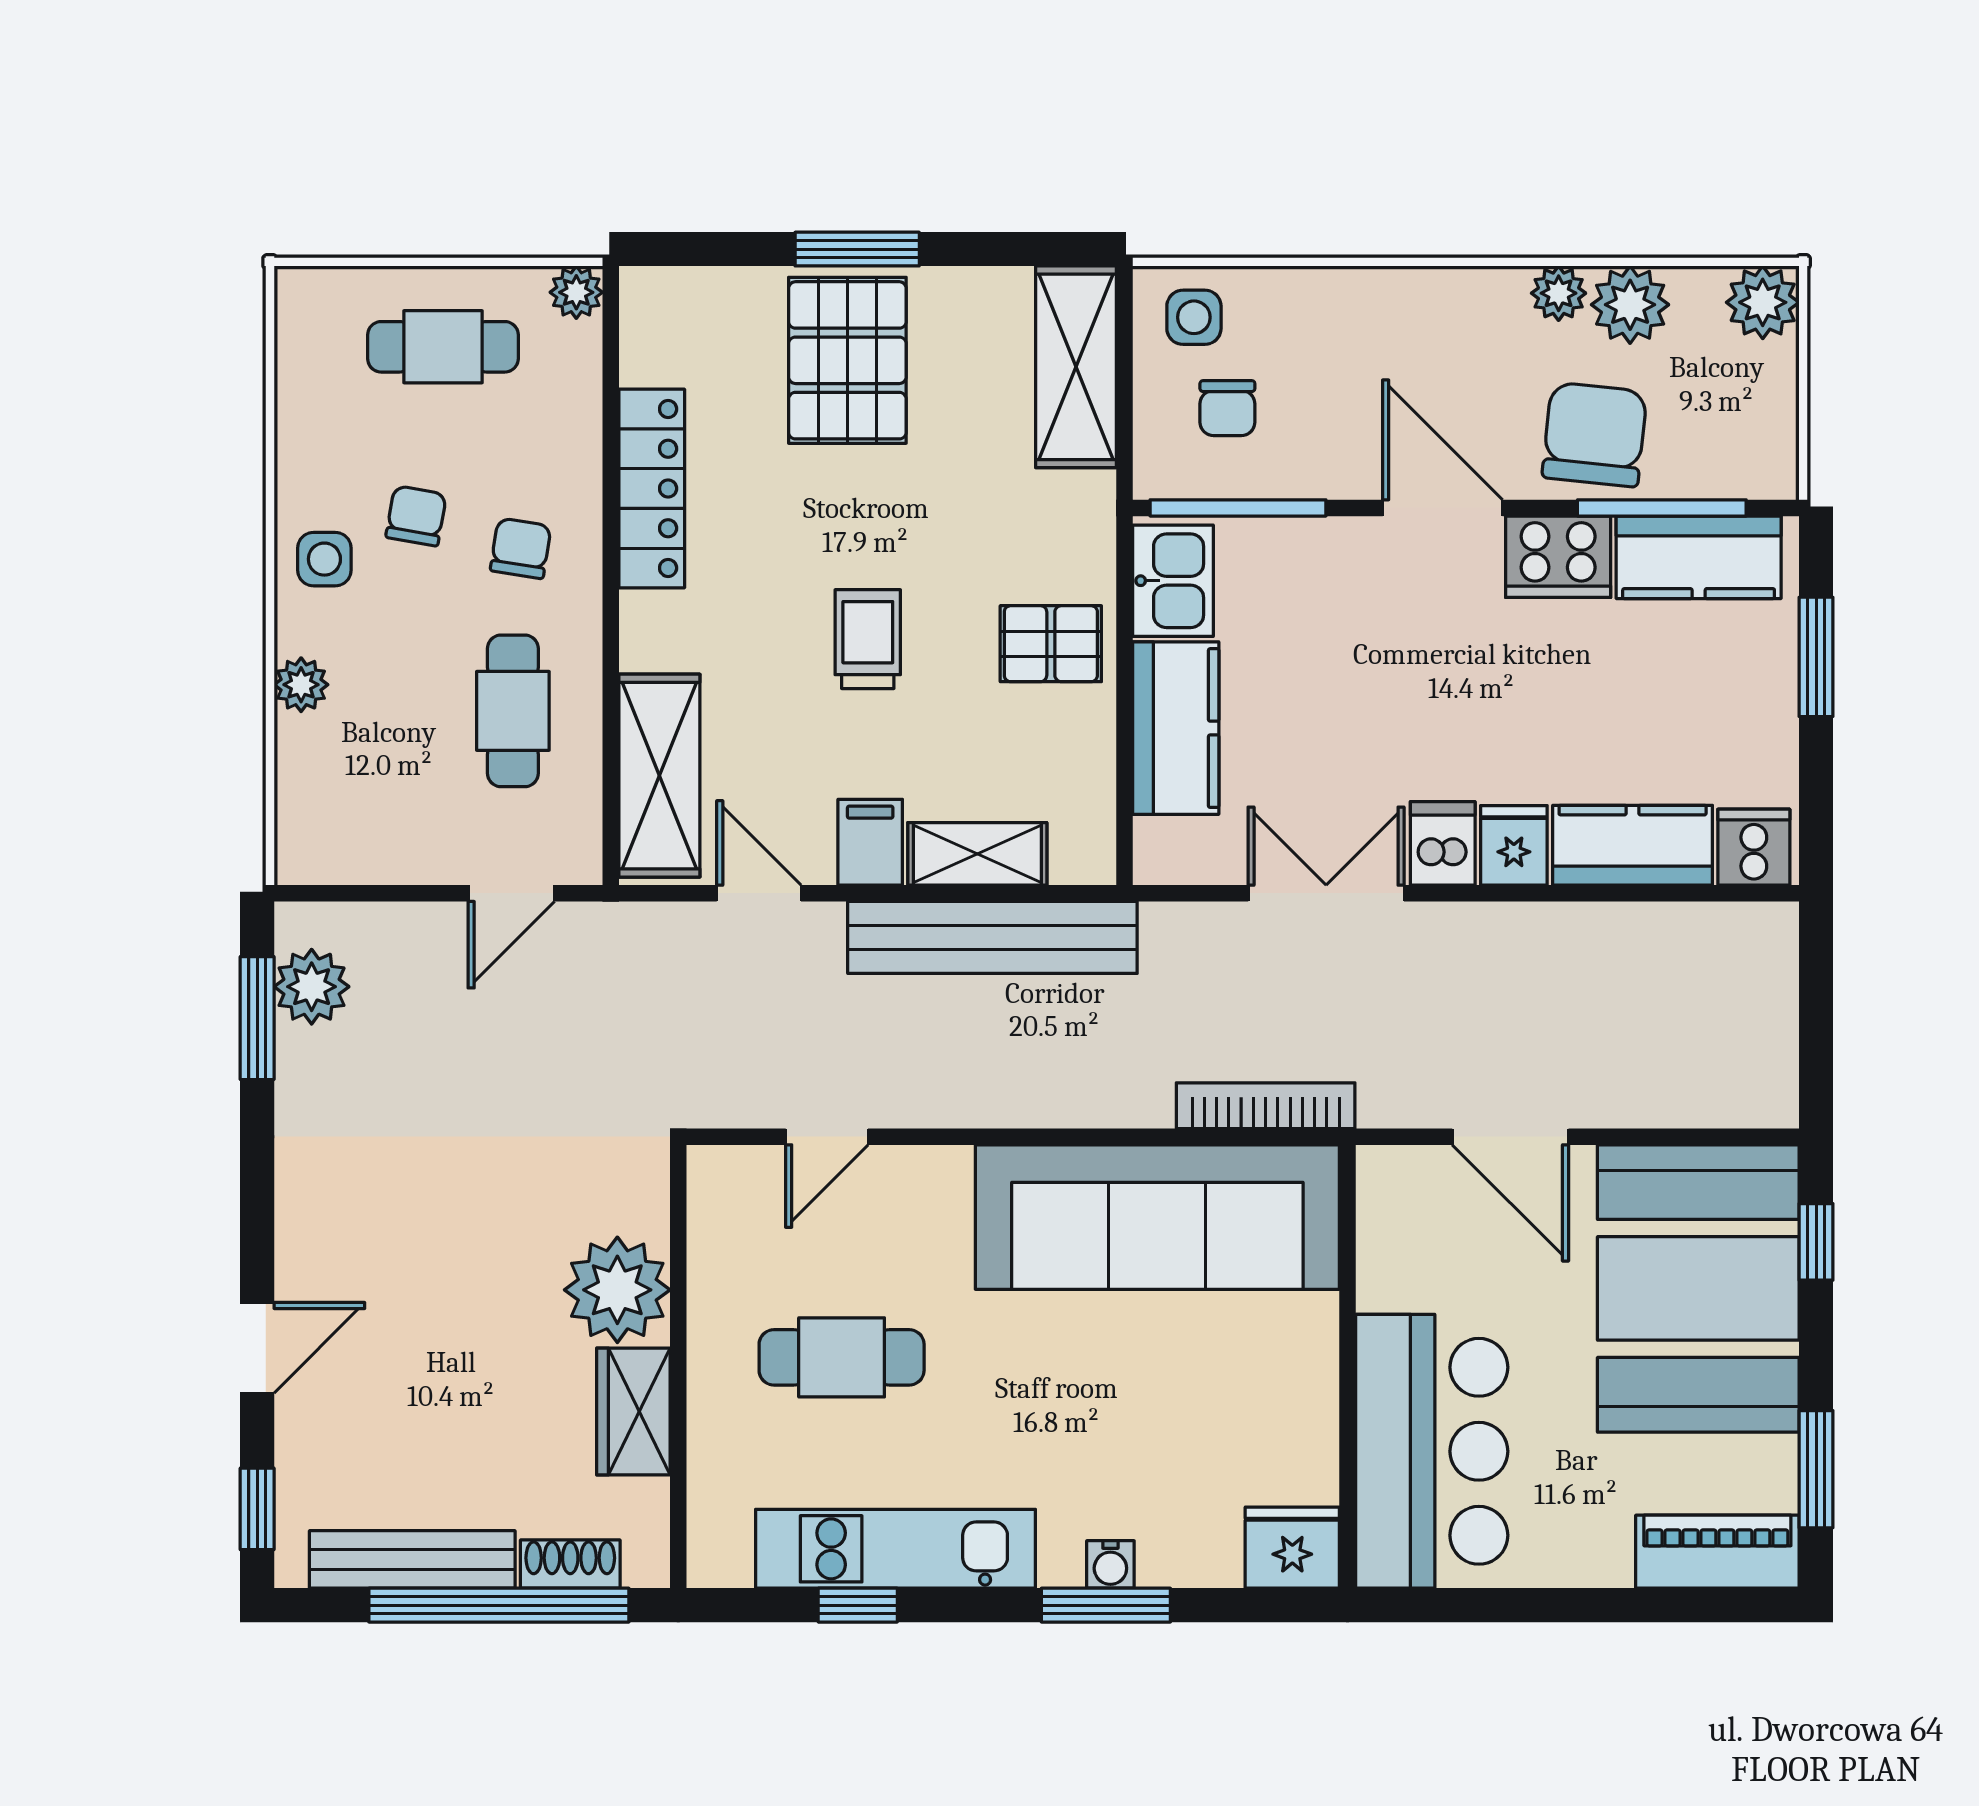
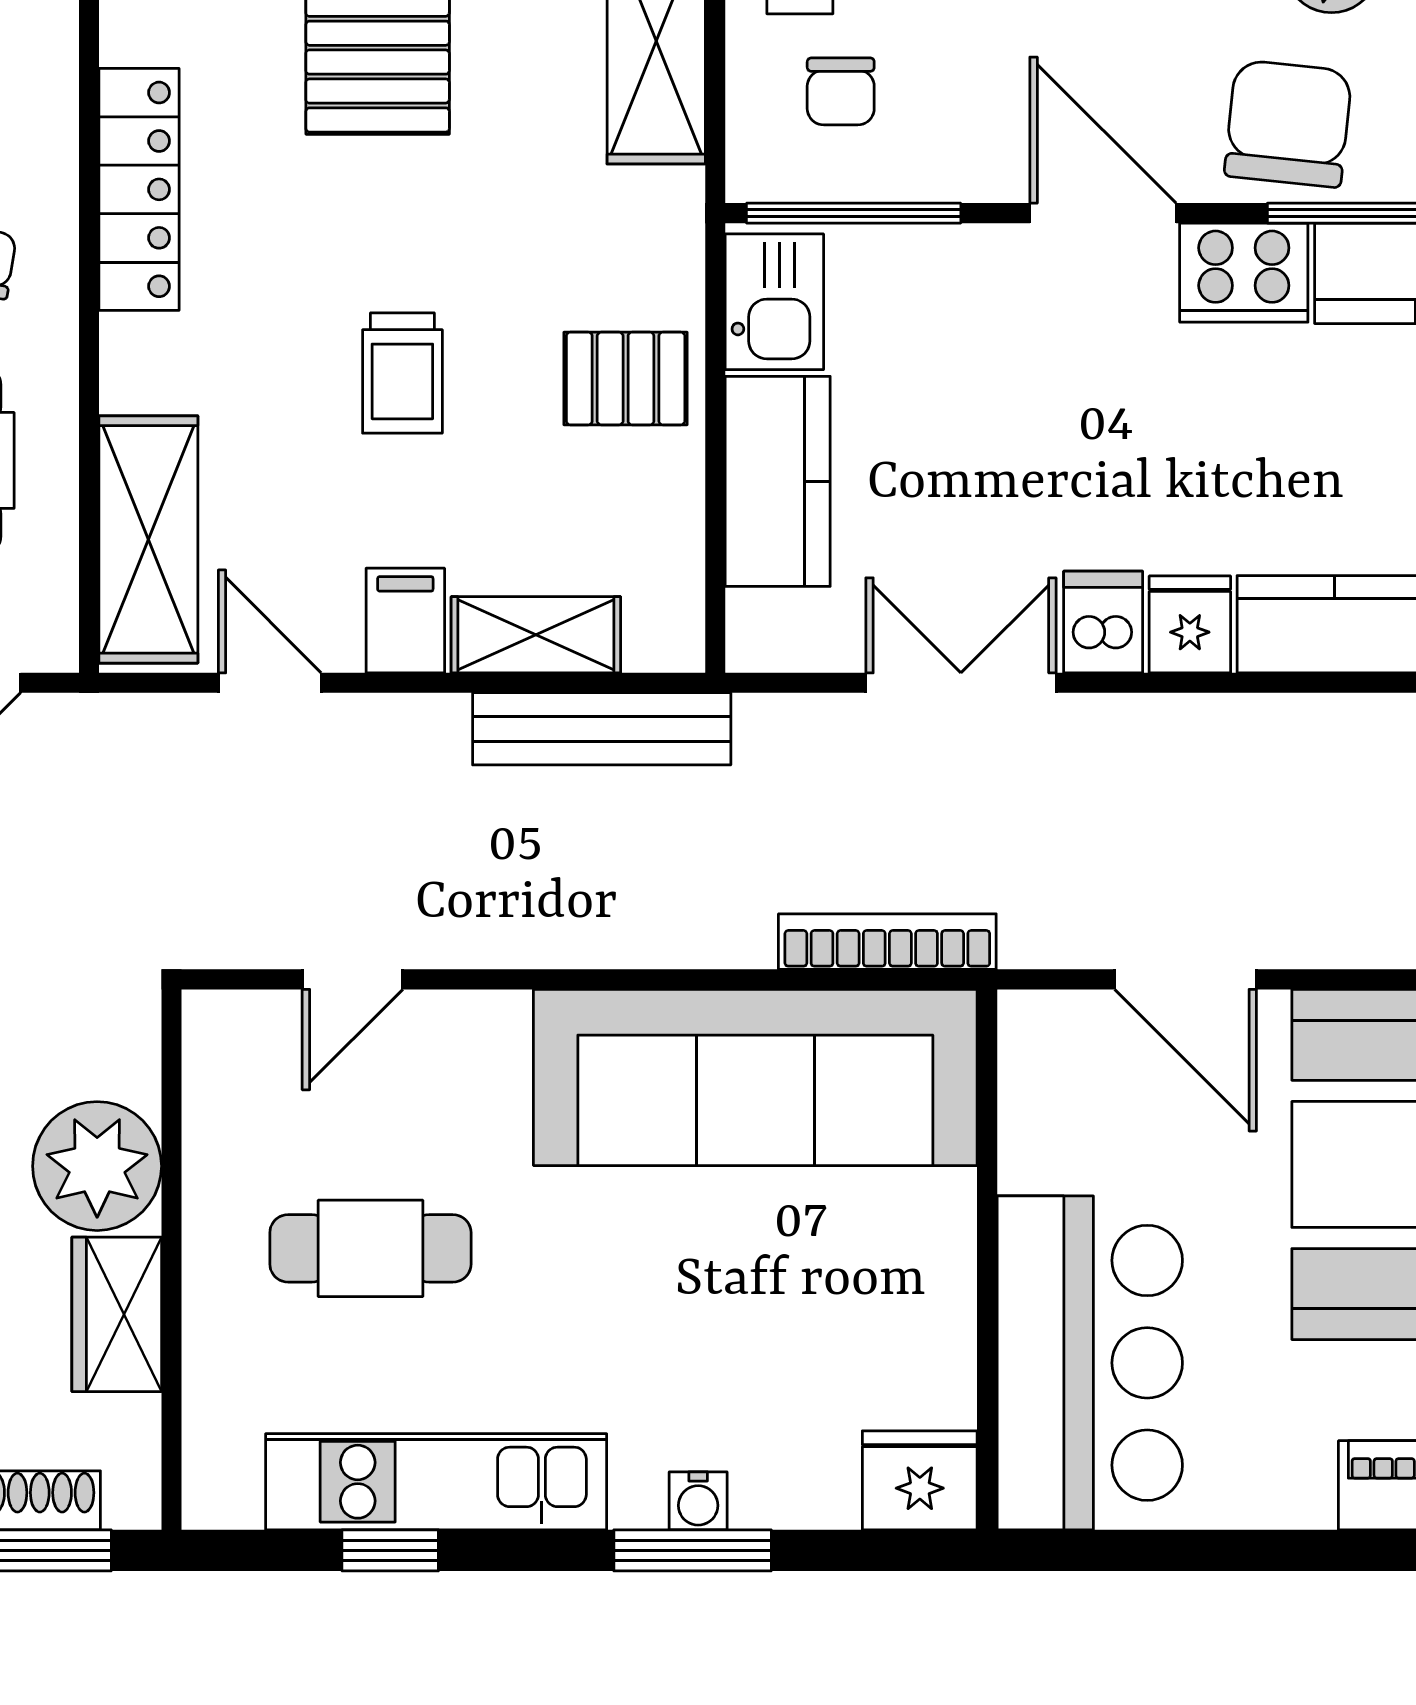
trolley: (868, 639) -> (402, 373), turned 180
bench: (992, 937) -> (602, 729), width x0.73, depth x0.82

